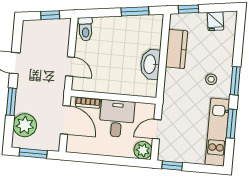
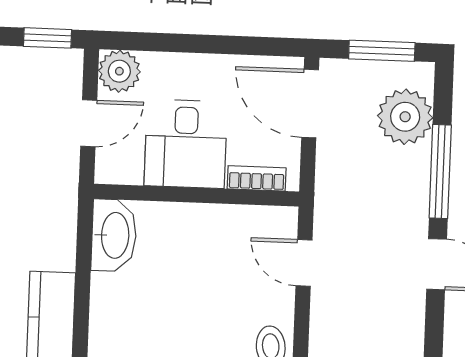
washbasin: (150, 64) -> (114, 235), moved
window: (11, 102) -> (440, 172), width x1.44
door: (65, 120) -> (310, 104), moved

